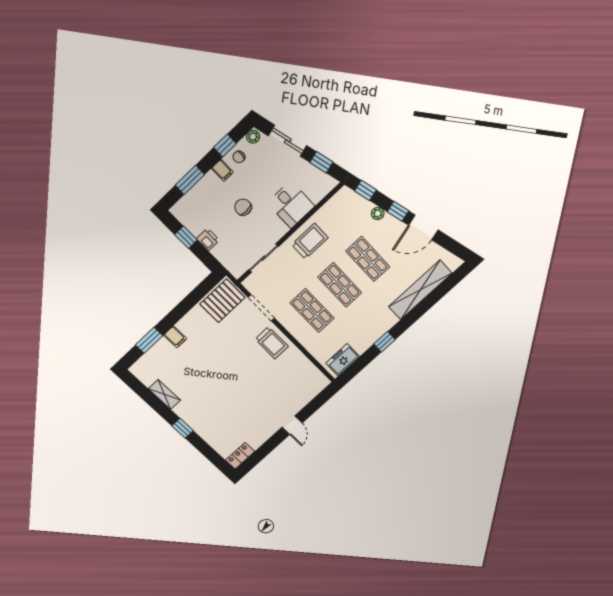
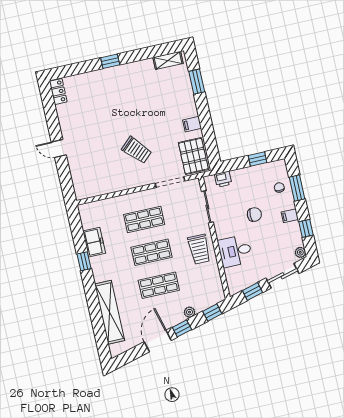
chair: (239, 157) -> (279, 187), moved
printer: (208, 239) -> (223, 179), moved
filing cabinet: (175, 337) -> (192, 124), moved
trolley: (272, 343) -> (137, 150), moved, turned -133
freezer: (343, 360) -> (94, 242), moved
shelving: (164, 394) -> (168, 60), moved

